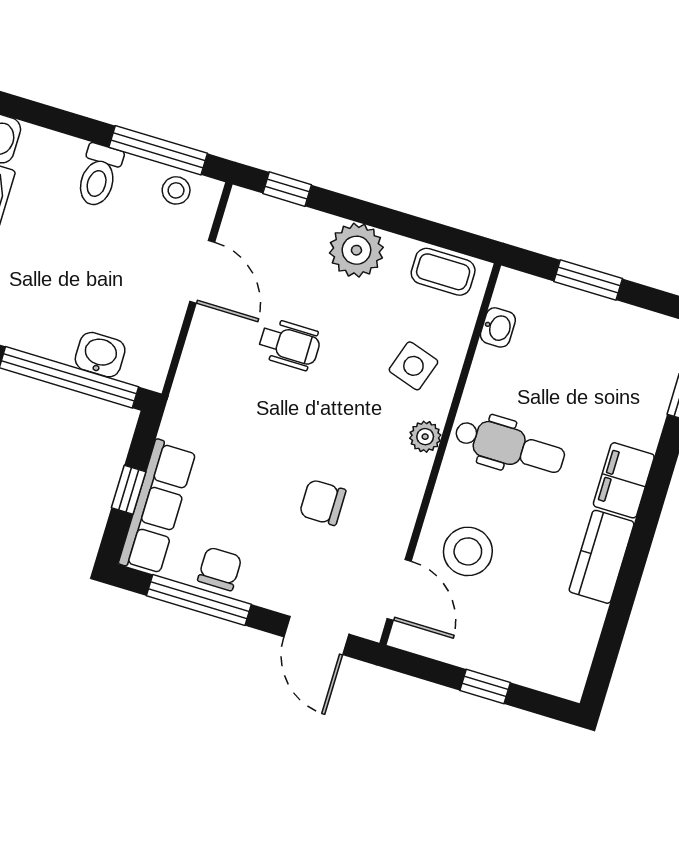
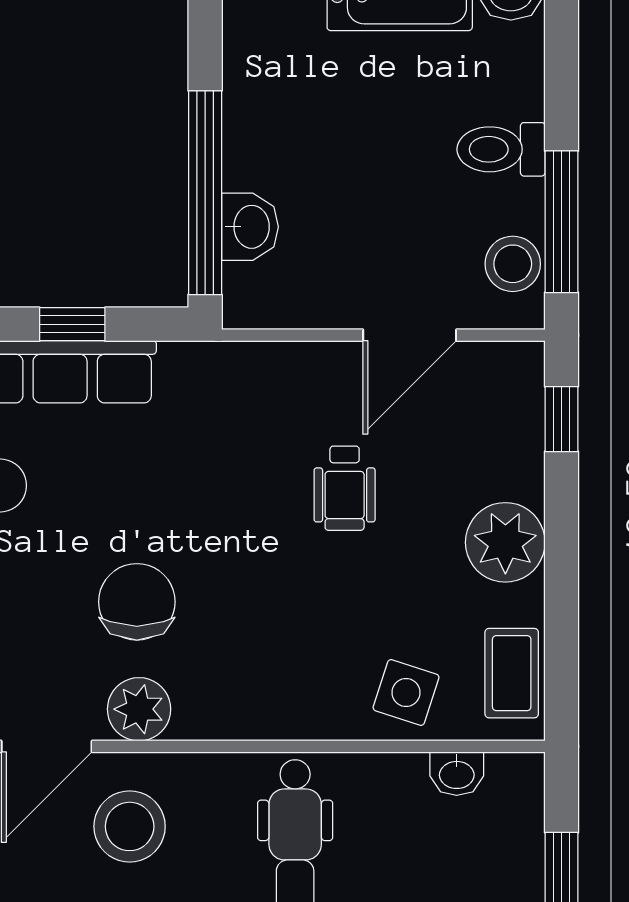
stool: (176, 190) -> (513, 264), width x1.37, depth x1.37
side table: (413, 366) -> (406, 692), moved
plant: (425, 437) -> (139, 709), moved, width x1.38, depth x1.38
chair: (323, 502) -> (137, 602), width x1.37, depth x1.37

